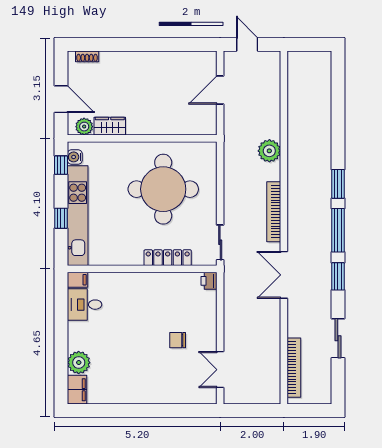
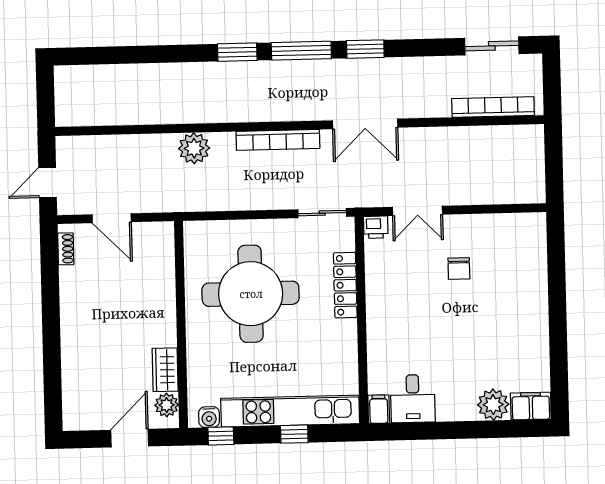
shoe rack: (87, 56) -> (66, 249), moved
sliding door: (338, 338) -> (492, 46), moved
double door: (220, 370) -> (418, 211), moved

